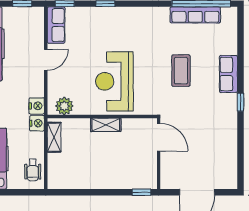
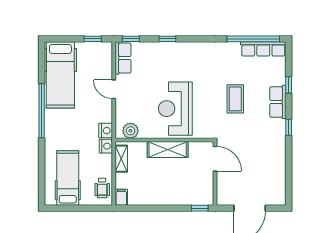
row of seats: (195, 15) -> (263, 49), moved
window: (240, 55) -> (289, 85), added
door: (46, 60) -> (114, 89), swing flipped
shelving: (106, 125) -> (168, 150), width x1.50, depth x1.33
filing cabinet: (54, 180) -> (121, 197), added

